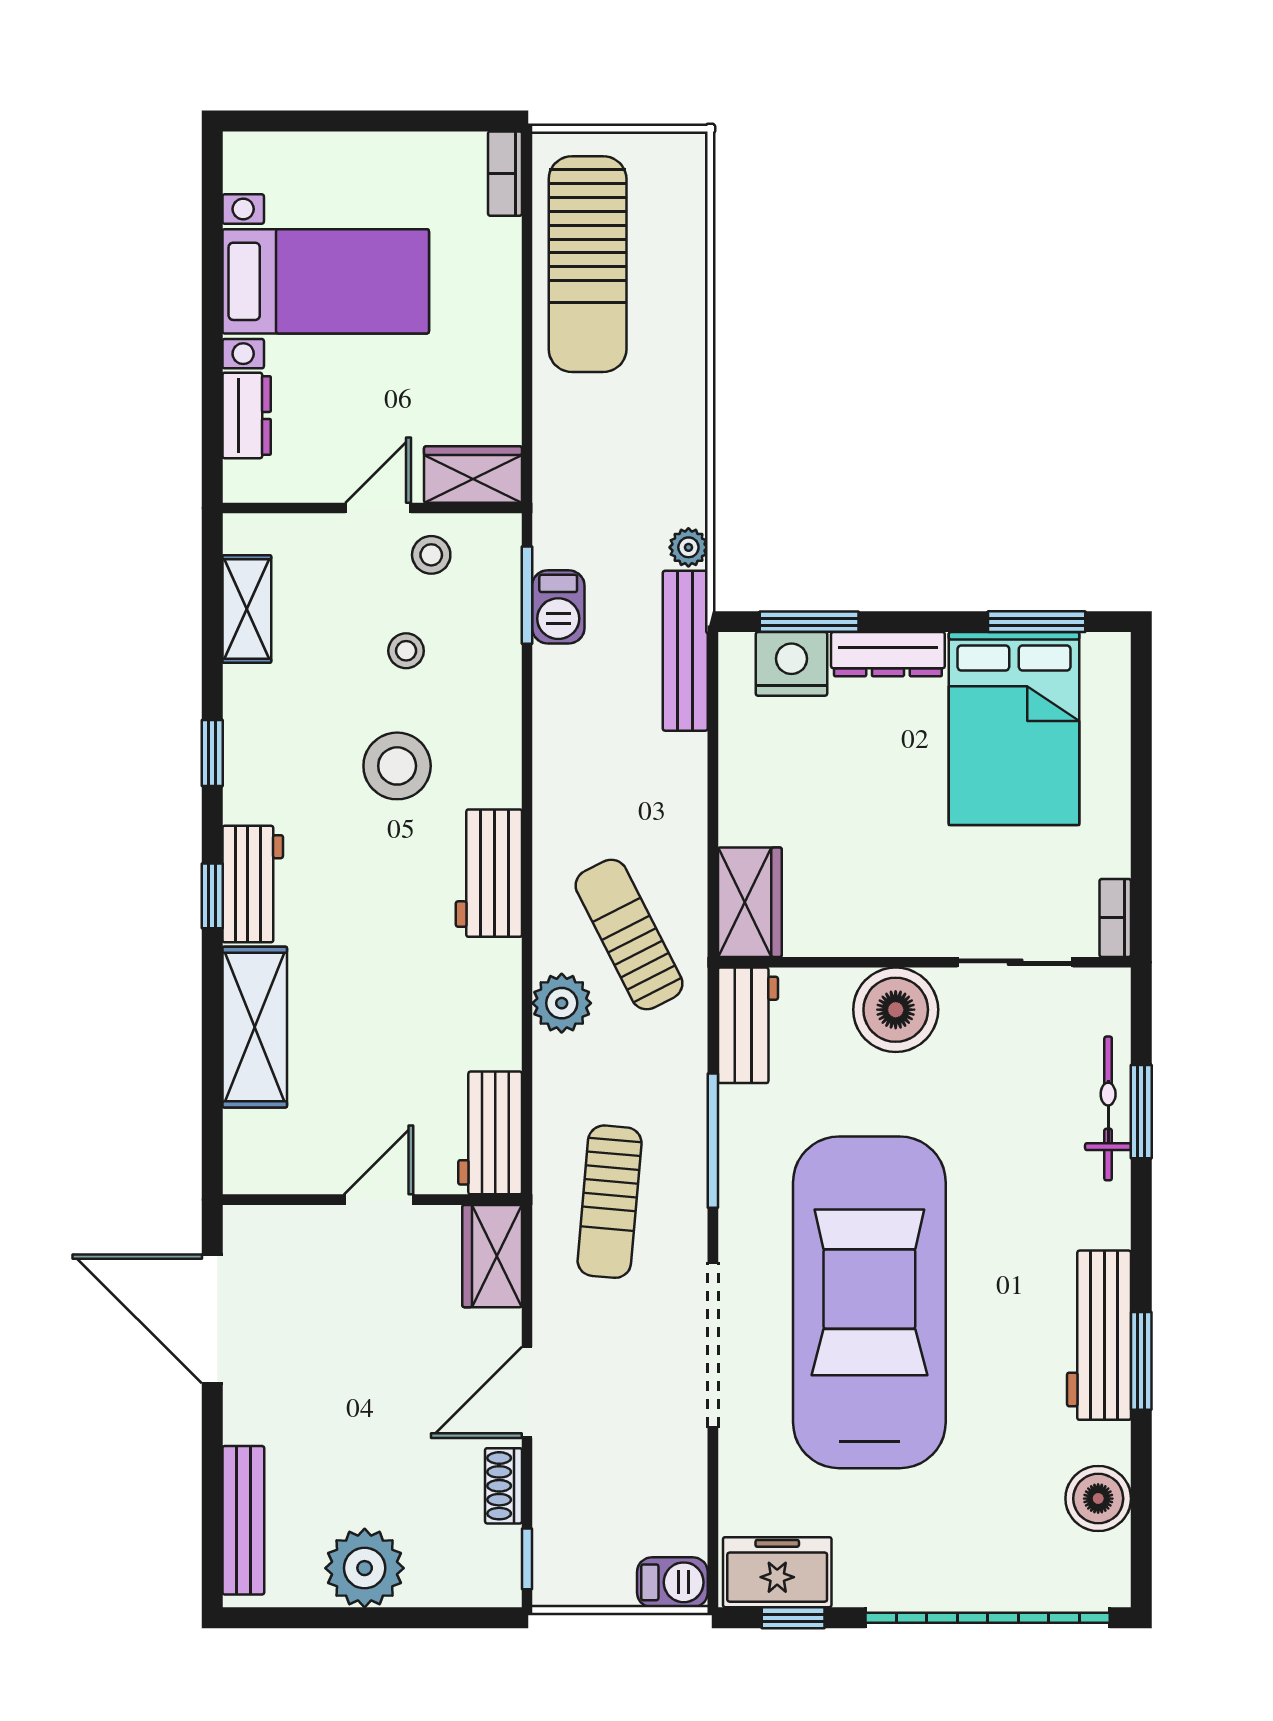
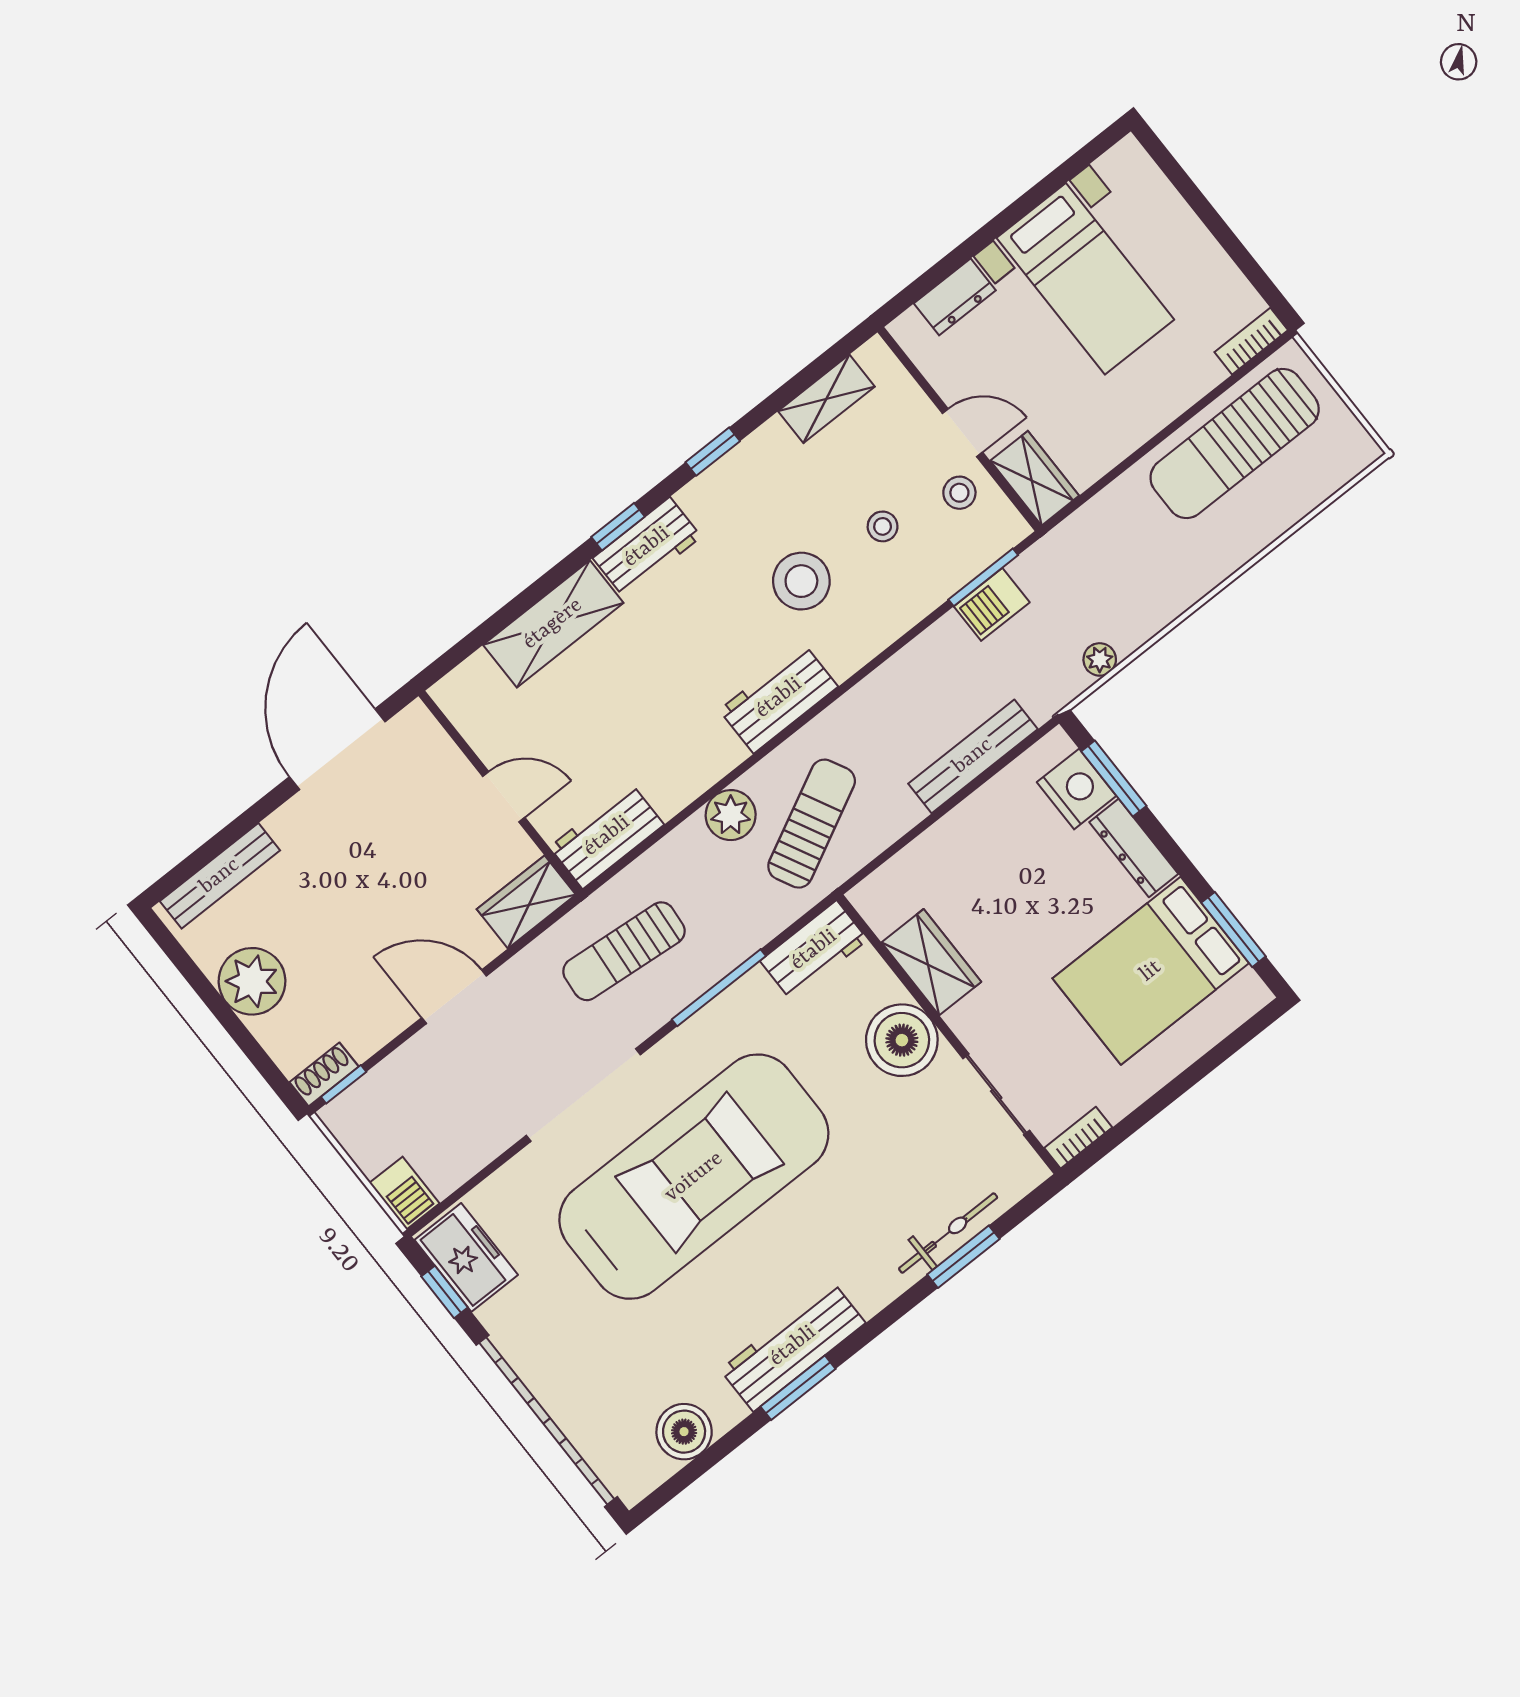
bench: (685, 651) -> (973, 756), moved
wardrobe: (750, 902) -> (931, 962), moved, turned -90
shoe rack: (504, 1486) -> (324, 1074), moved

